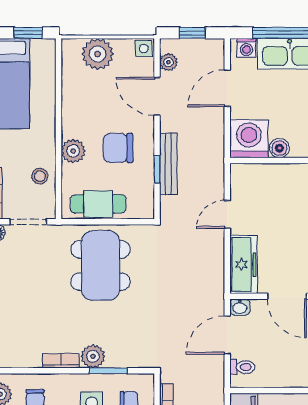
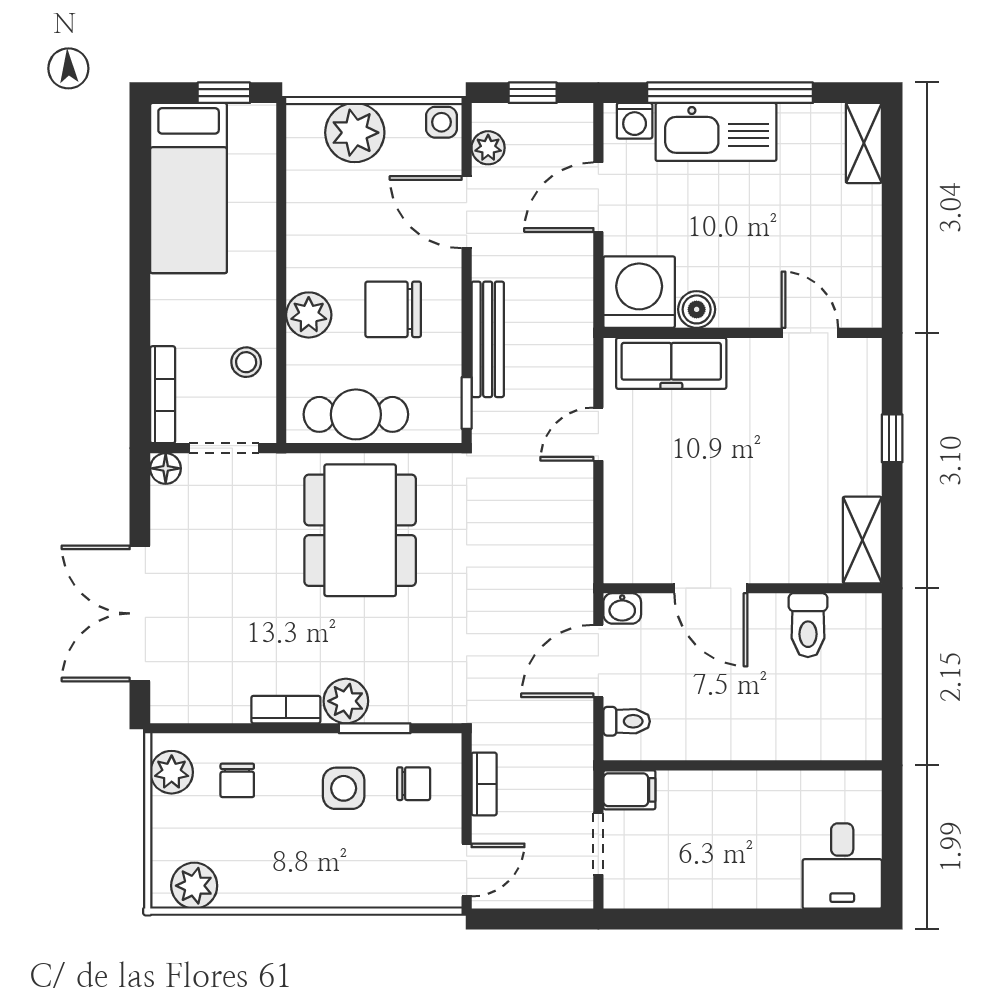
window: (157, 169) -> (467, 403), moved
freezer: (243, 264) -> (671, 363), moved, turned 90

